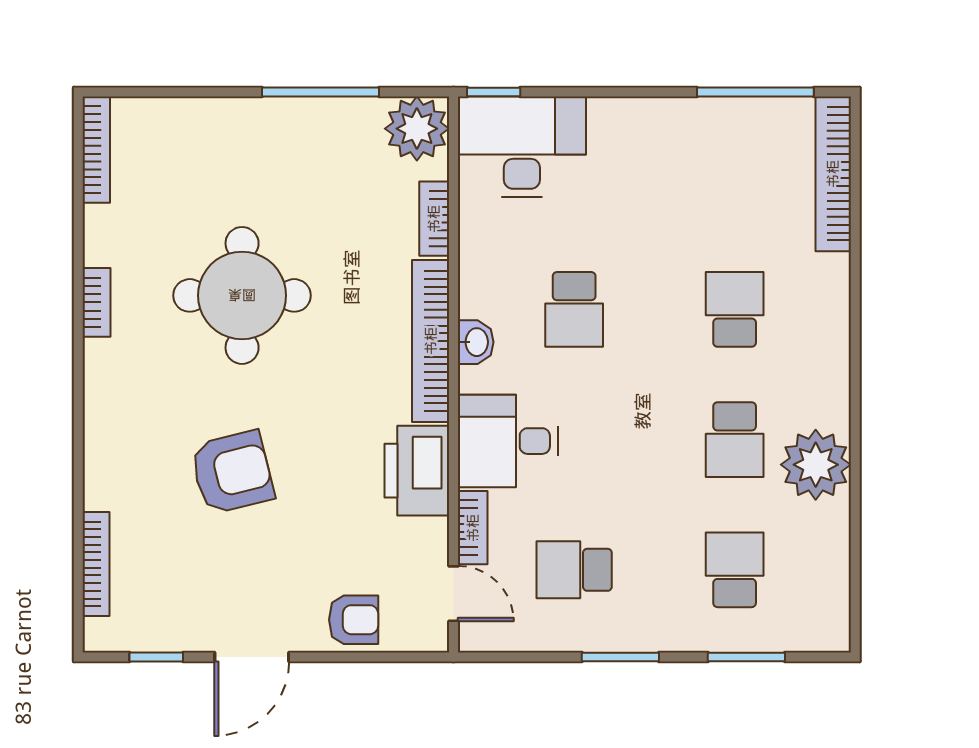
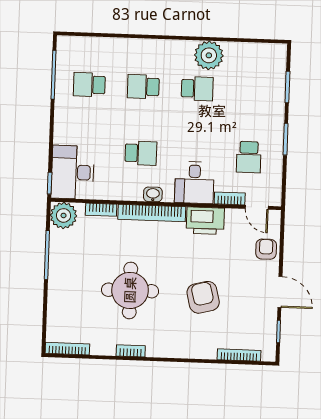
bookcase: (833, 174) -> (89, 44), removed
school desk: (735, 570) -> (89, 85), moved
door: (453, 594) -> (257, 207), swing flipped

